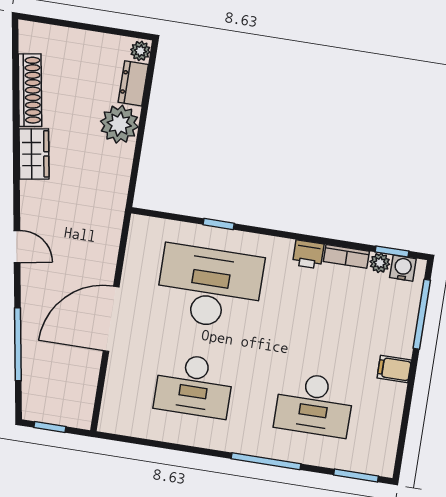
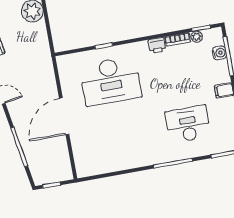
water cooler: (403, 268) -> (219, 53), moved, turned 90
desk: (210, 287) -> (111, 81), turned 180
desk: (194, 385) -> (120, 136), removed
desk: (314, 404) -> (188, 124), turned 180

